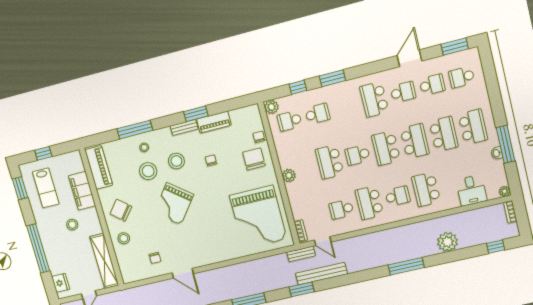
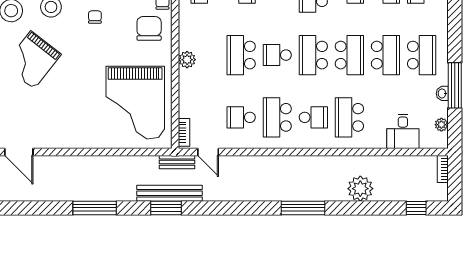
plant: (505, 191) -> (441, 125), moved
bench: (321, 274) -> (169, 193), moved

